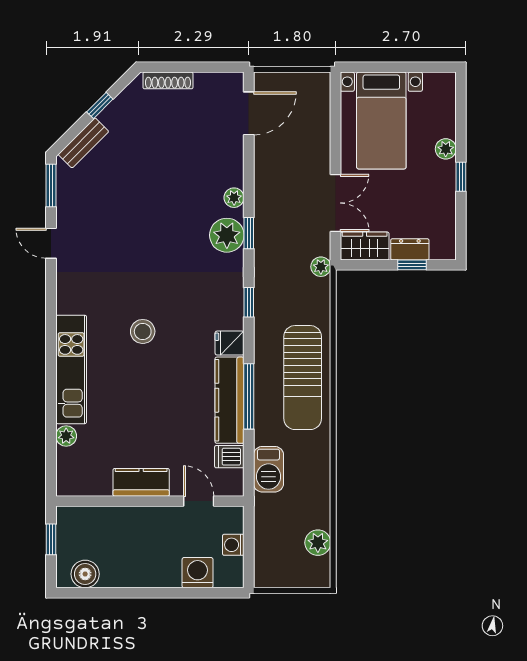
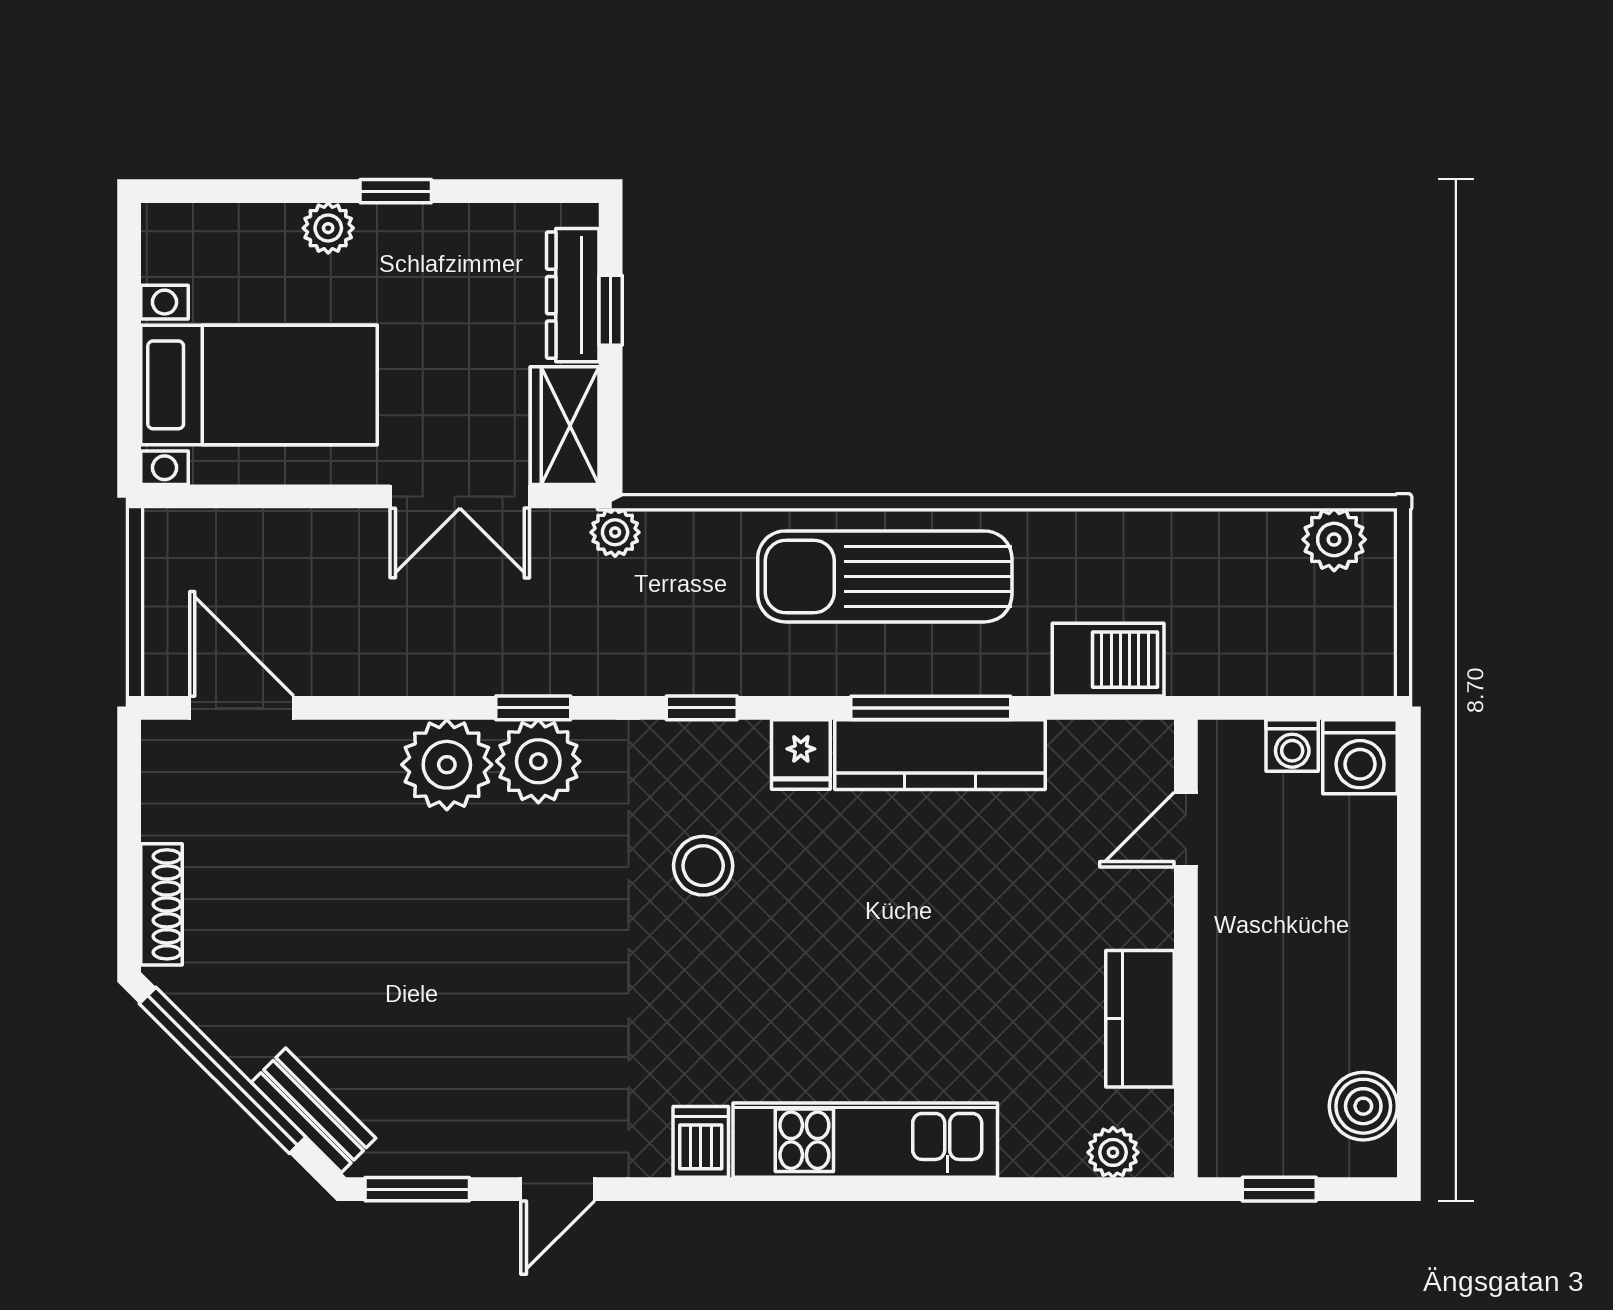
window: (100, 106) -> (223, 1070), width x3.17
plant: (234, 198) -> (447, 765), width x1.88, depth x1.88
double door: (336, 203) -> (460, 496), swing flipped
dresser: (410, 249) -> (573, 295), width x1.44
stool: (143, 331) -> (703, 866), moved
sun lounger: (303, 378) -> (885, 576), turned 180
plant: (66, 436) -> (1113, 1152), moved
dishwasher: (229, 457) -> (701, 1142), moved, turned 180
kitchen counter: (141, 482) -> (1140, 1019), moved
plant: (318, 543) -> (1334, 539), moved
washing machine: (198, 573) -> (1360, 757), moved, turned -90

